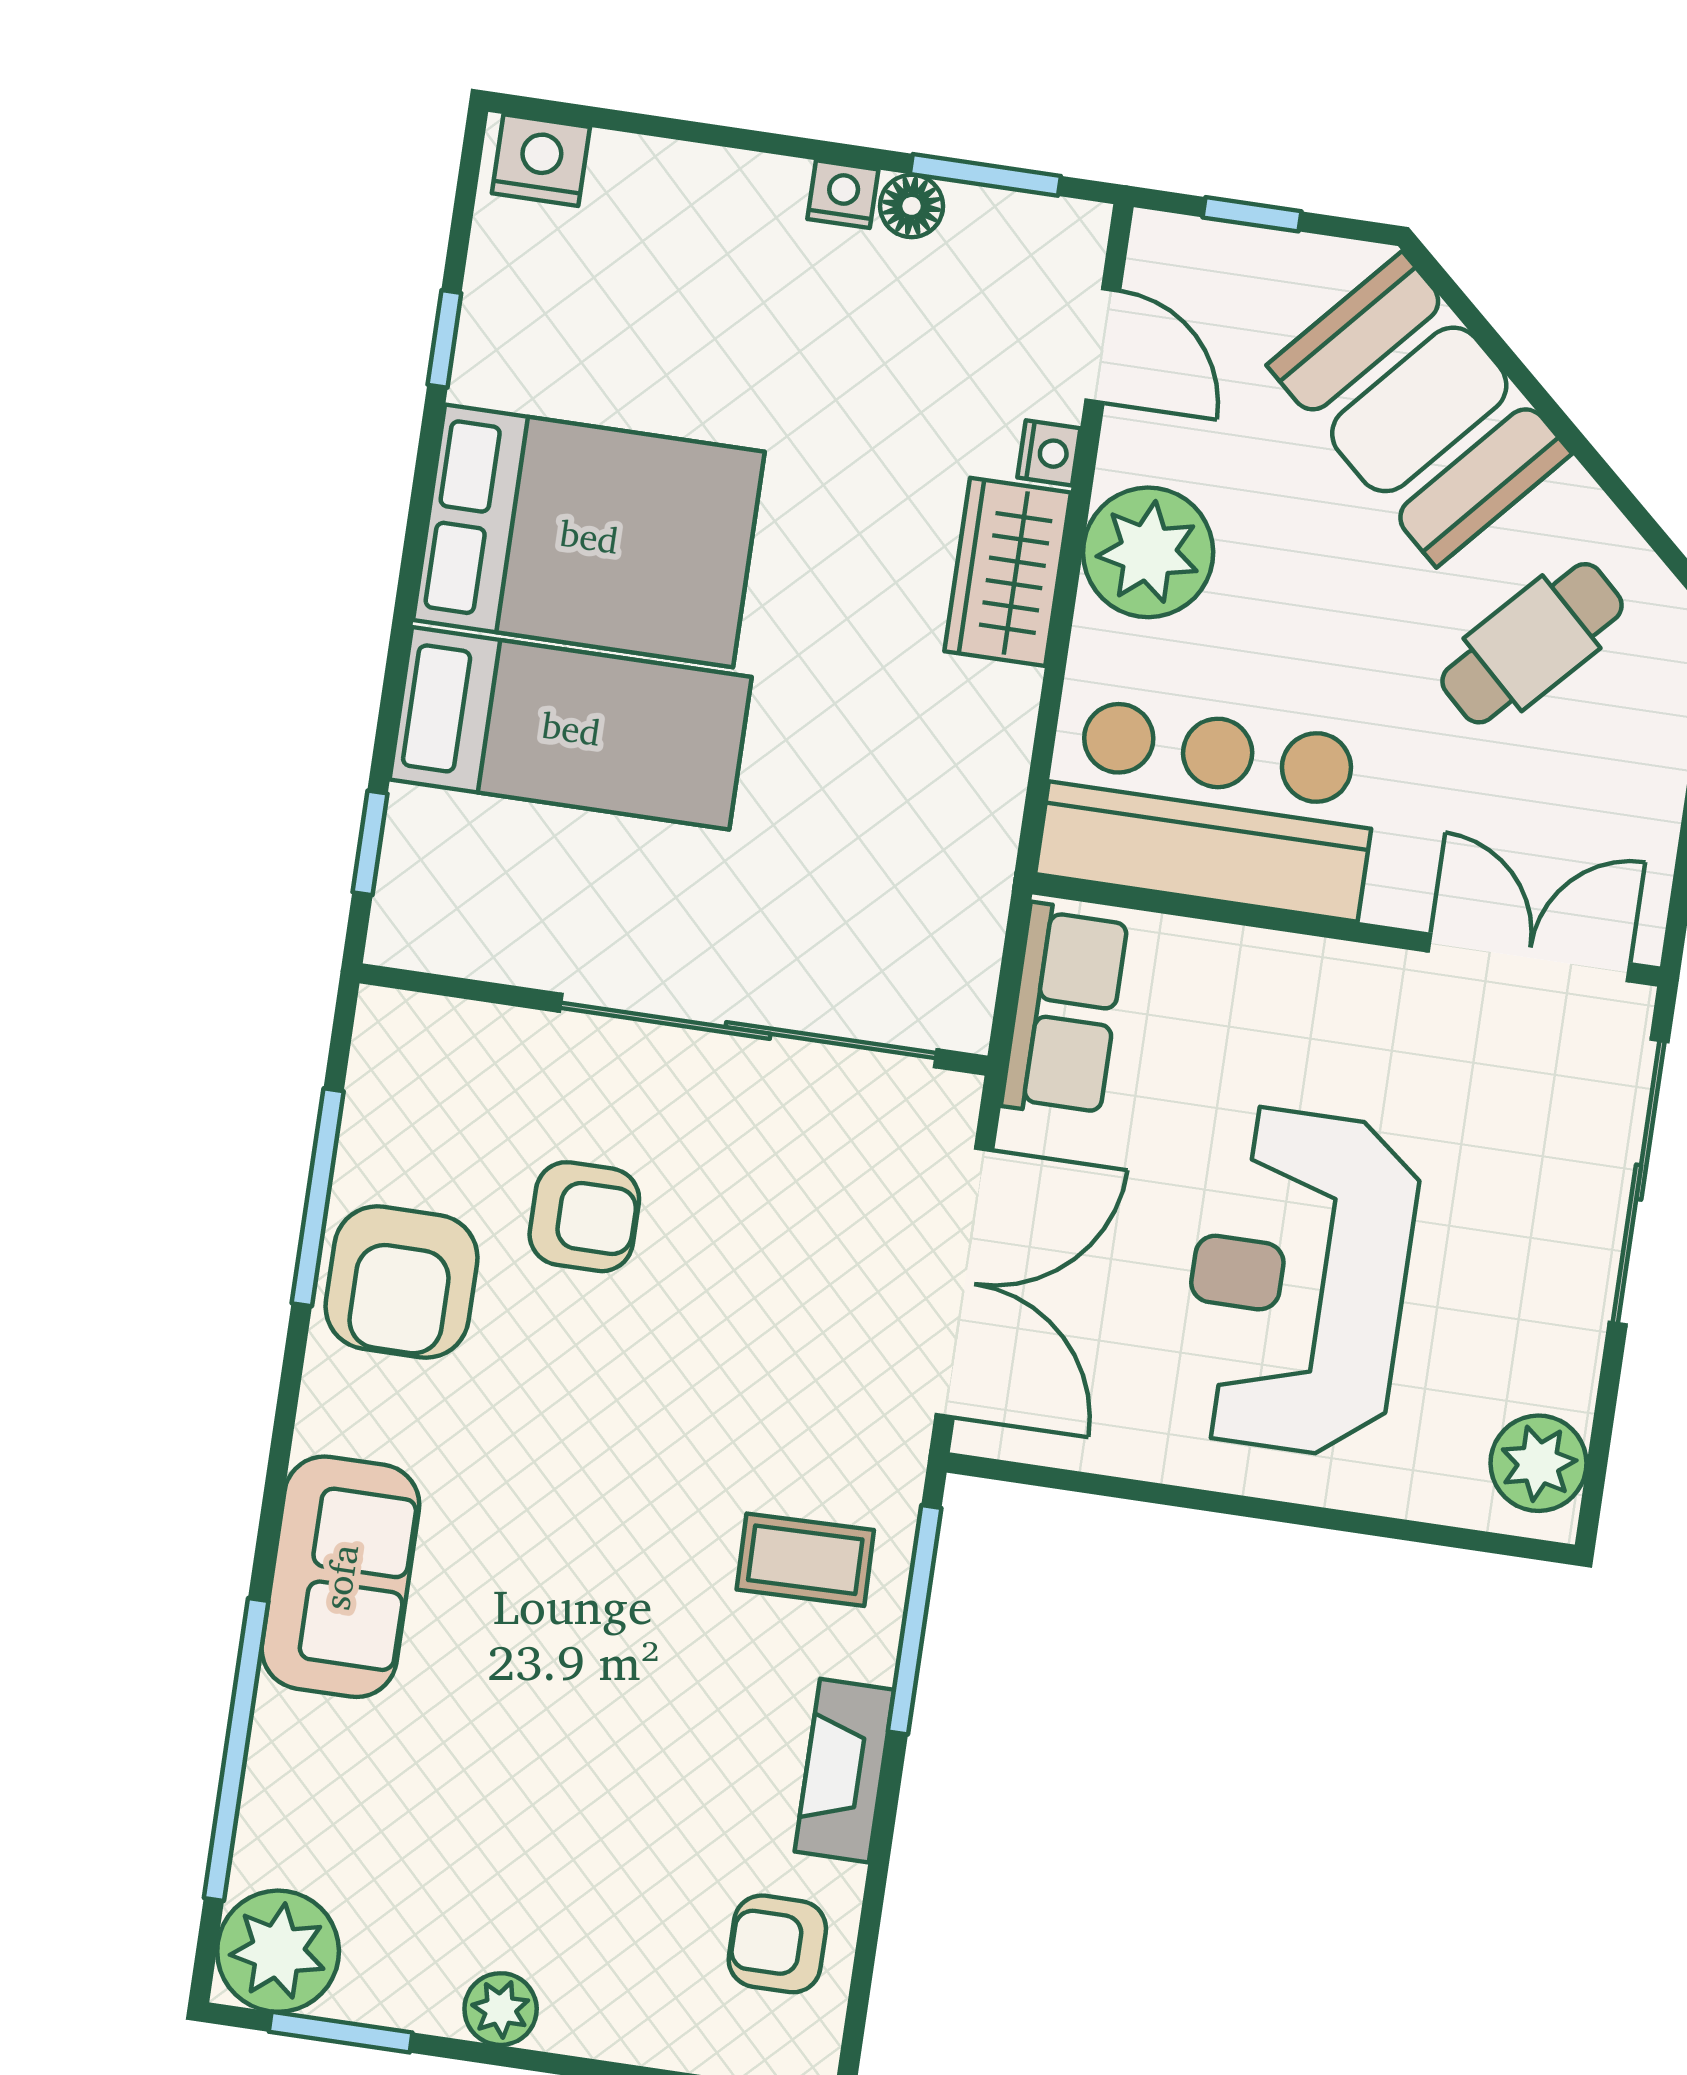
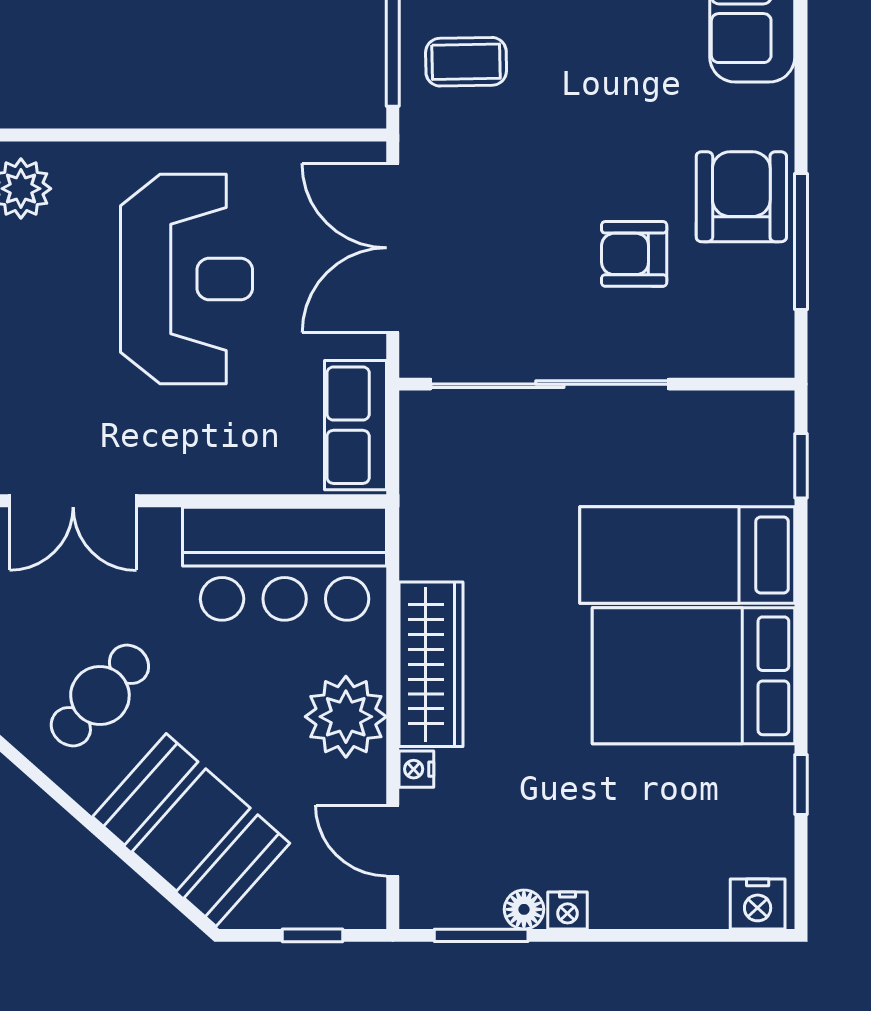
wardrobe: (1008, 572) -> (431, 664), width x1.50

